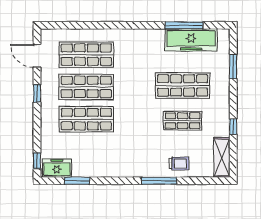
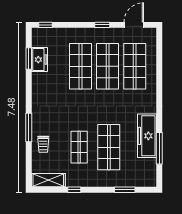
freezer: (191, 40) -> (147, 136), moved
freezer: (57, 168) -> (39, 60), moved

